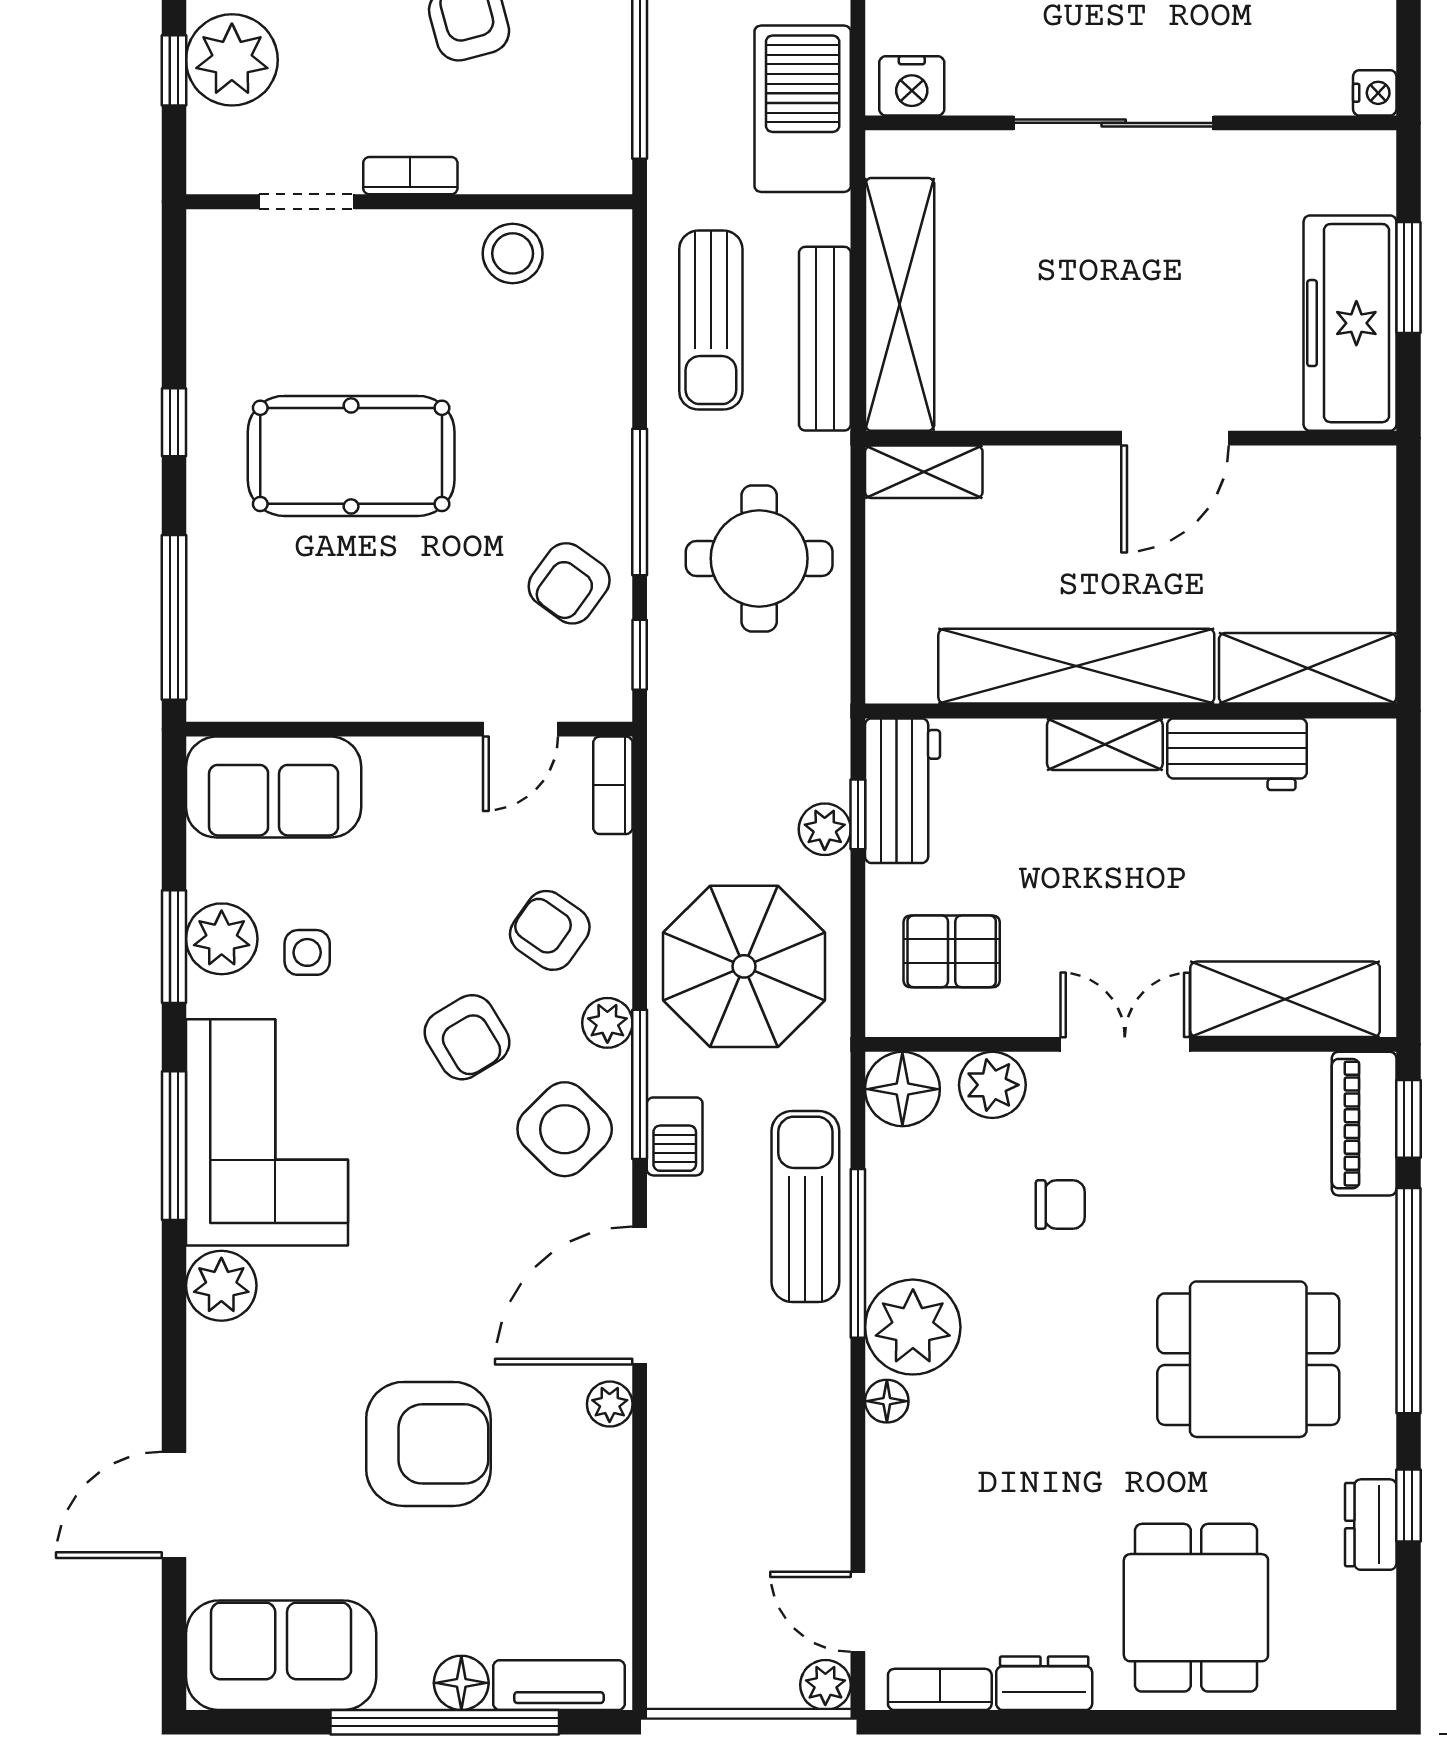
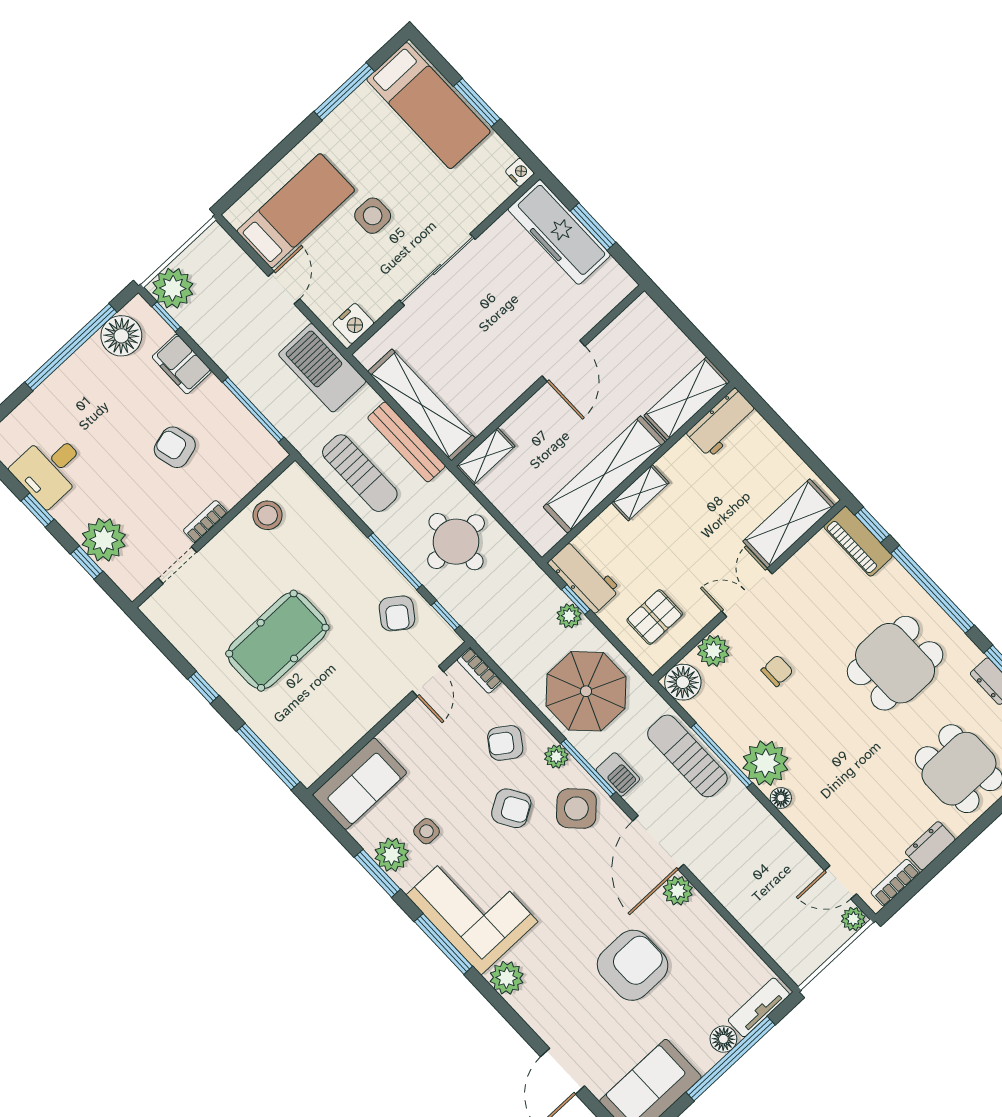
freezer: (1350, 323) -> (559, 232), moved
workbench: (1237, 754) -> (722, 423), moved
plant: (610, 1404) -> (678, 891), width x1.38, depth x1.38

